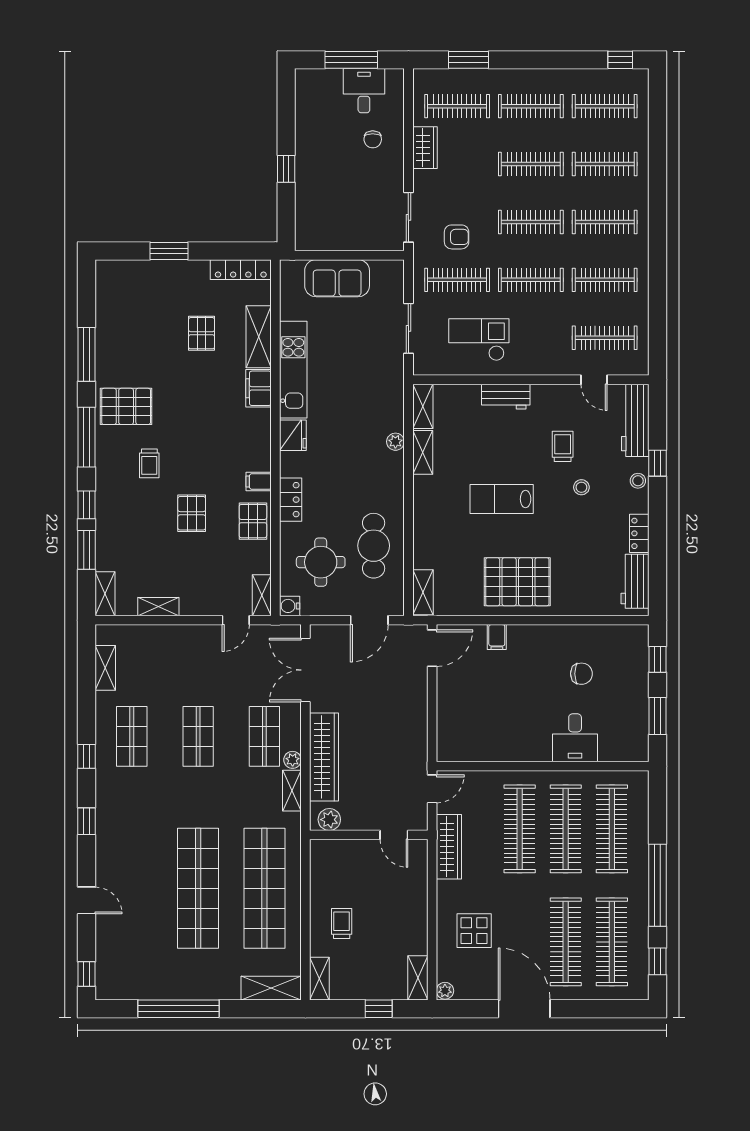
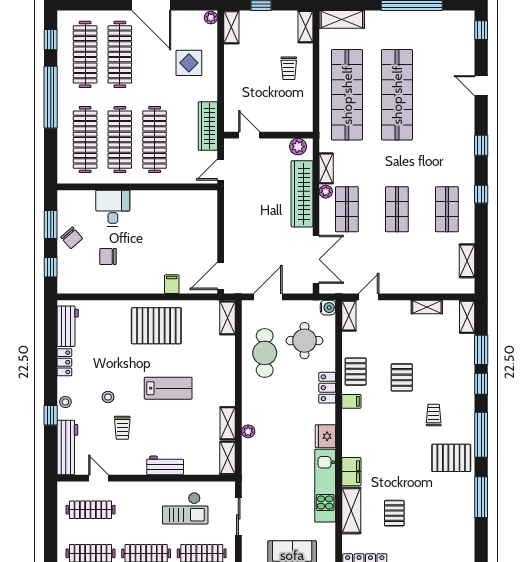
chair: (630, 698) -> (72, 238), added

